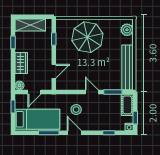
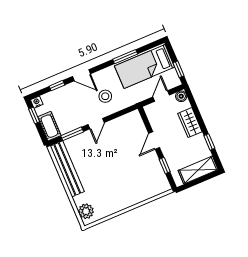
parasol: (87, 37) -> (127, 184), removed
door: (54, 71) -> (154, 140), moved
door: (92, 92) -> (96, 124), hinge flipped
door: (74, 133) -> (81, 75), moved

